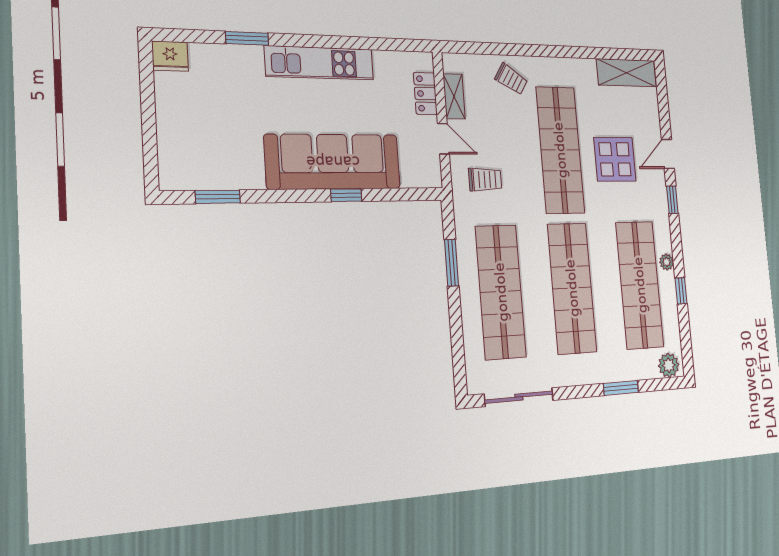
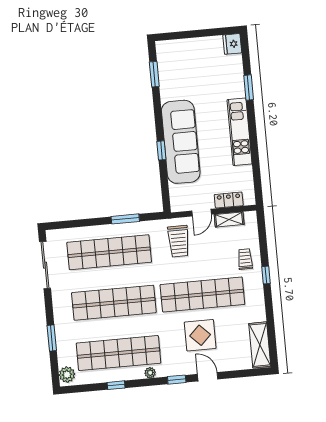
window: (534, 50) -> (266, 275), added
trolley: (511, 79) -> (245, 259), turned 148
trolley: (485, 180) -> (179, 241), width x1.36, depth x1.39
plant: (667, 262) -> (150, 373), moved

